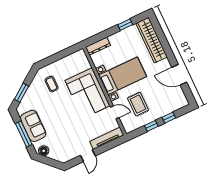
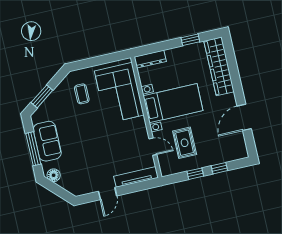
door: (179, 75) -> (244, 117), hinge flipped
corner sofa: (87, 93) -> (119, 93), moved

